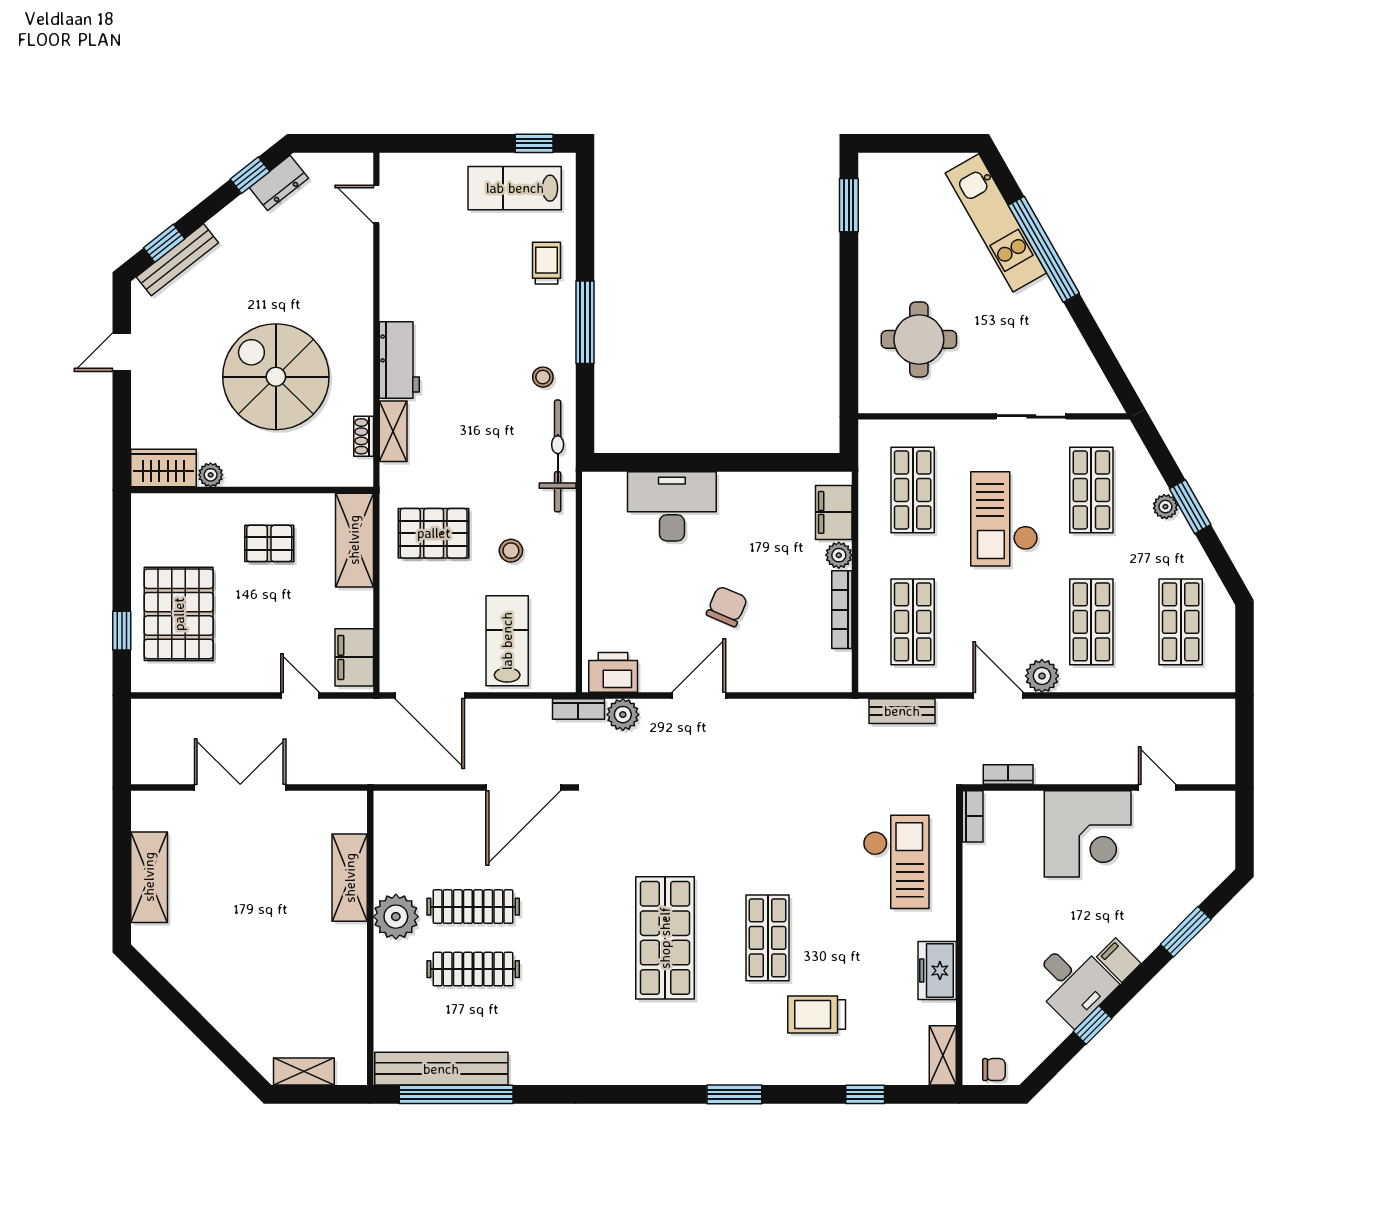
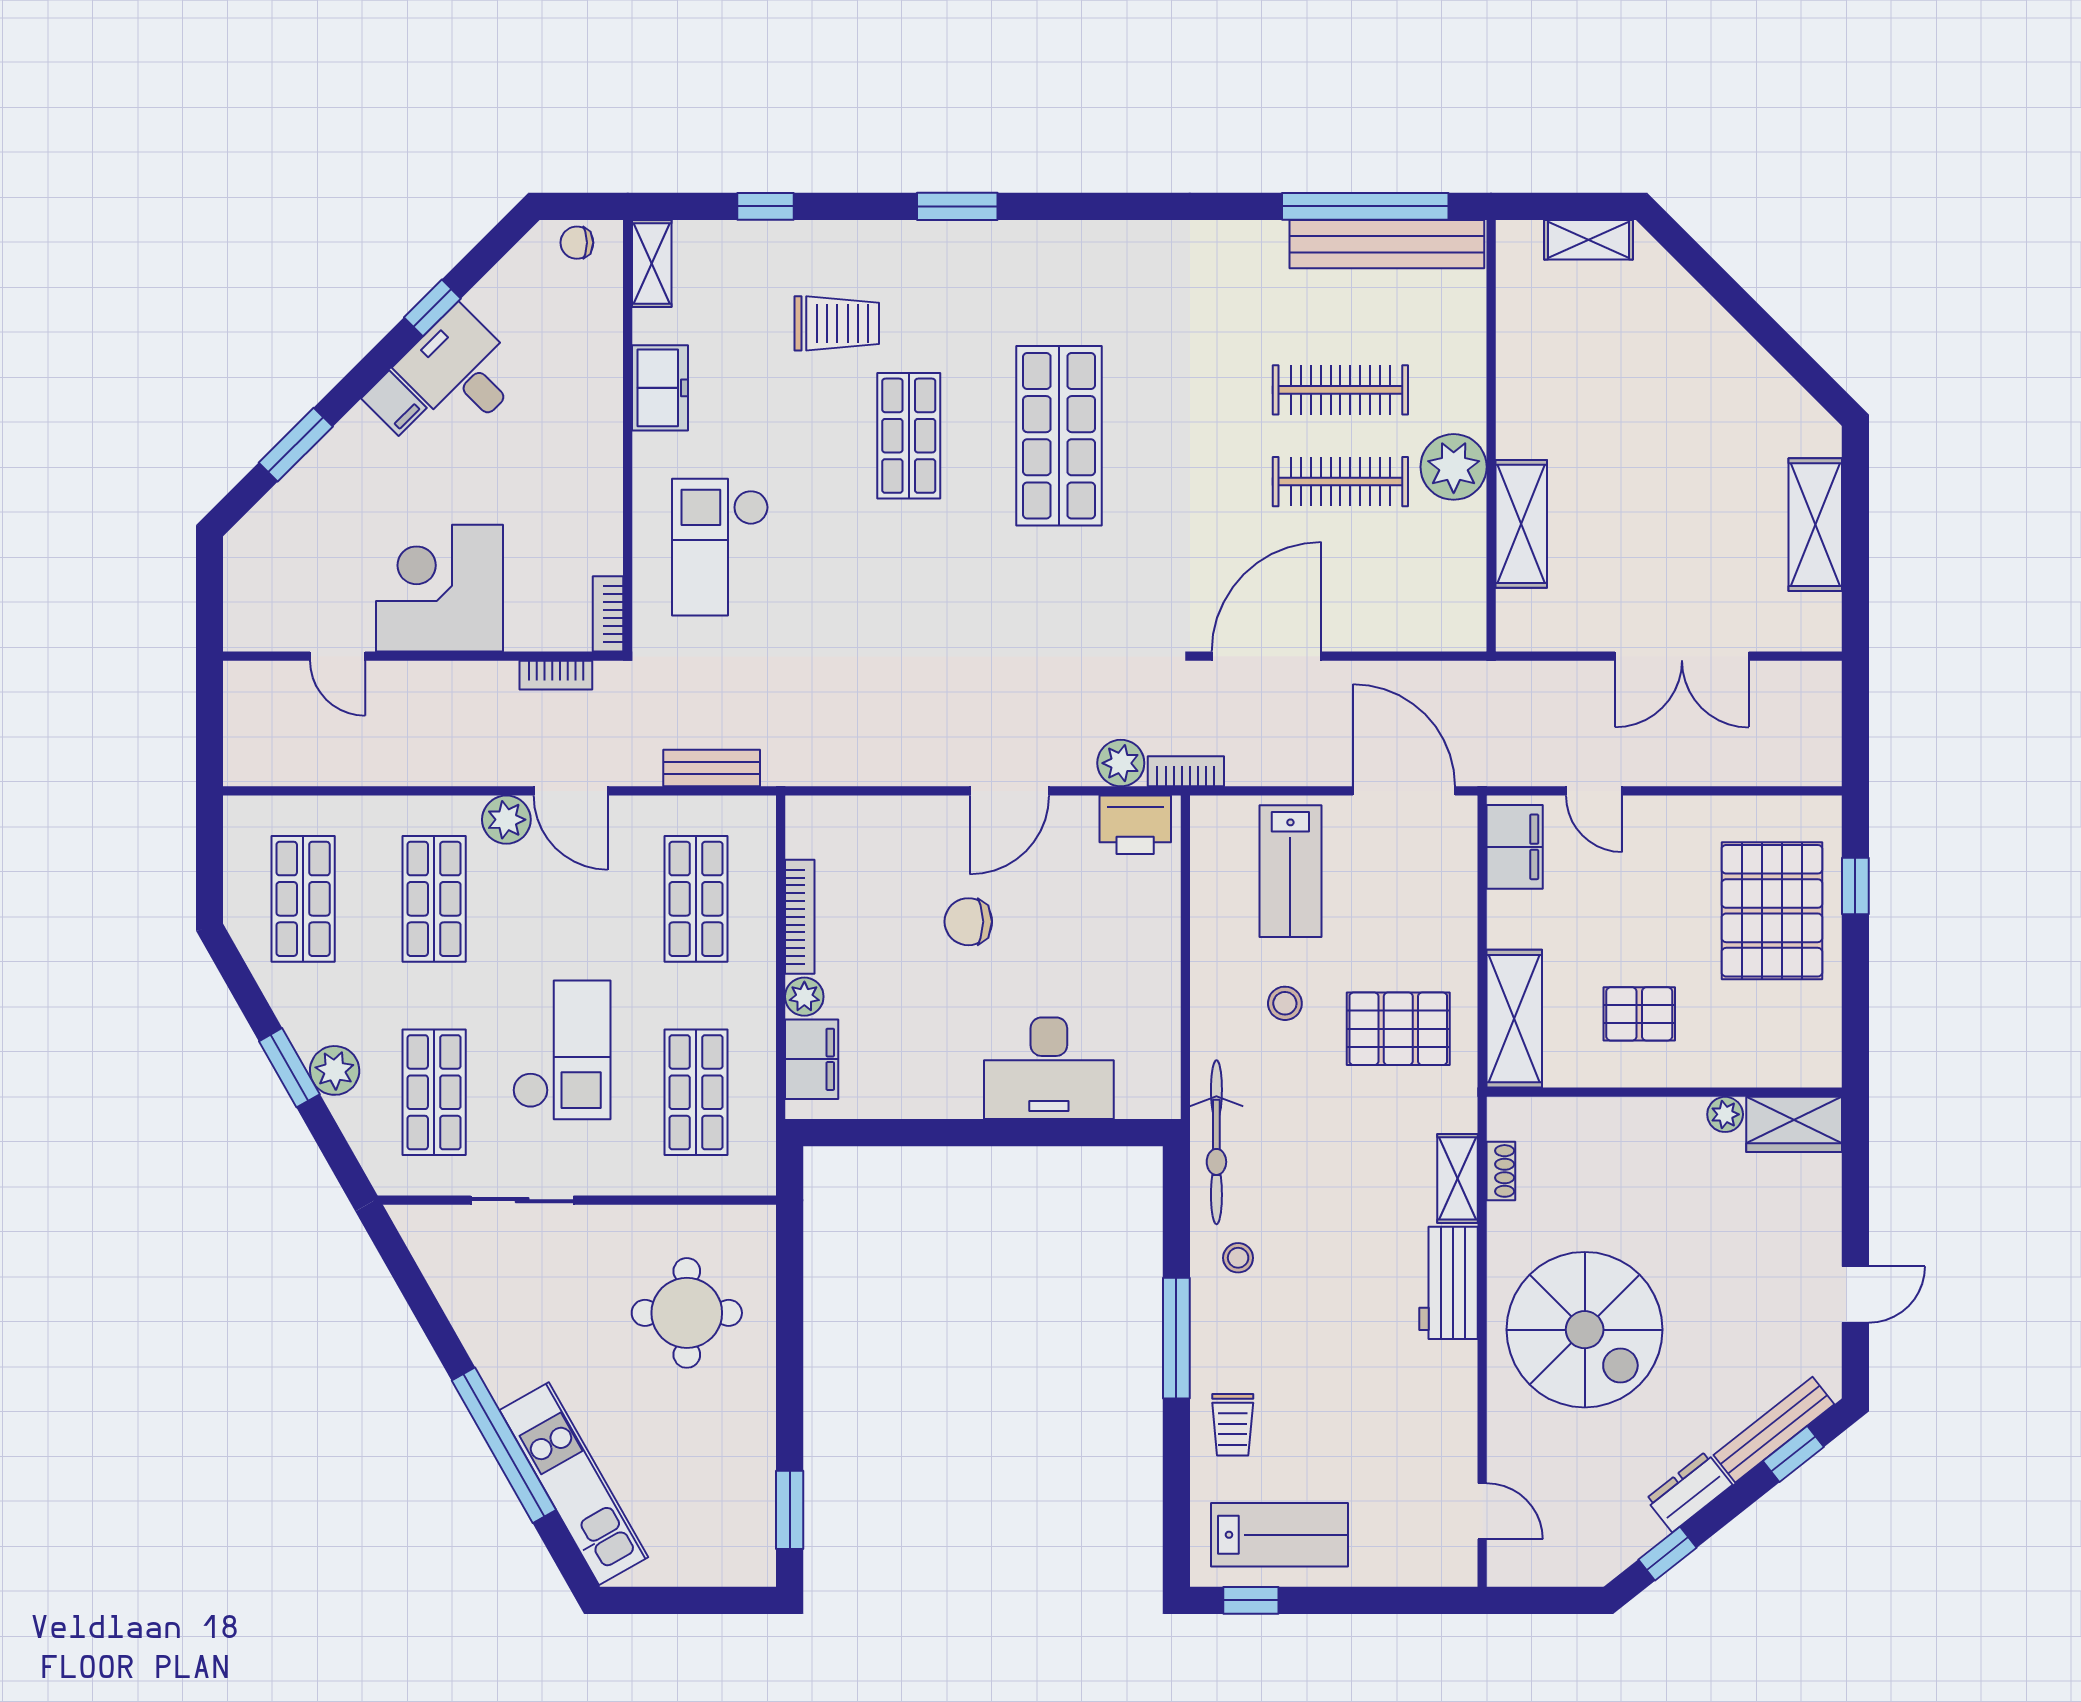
dresser: (279, 183) -> (1689, 1492), moved
spiral stairs: (276, 377) -> (1585, 1330), moved
plant: (1165, 507) -> (335, 1070), width x1.38, depth x1.38
chair: (727, 606) -> (968, 922), turned 67

